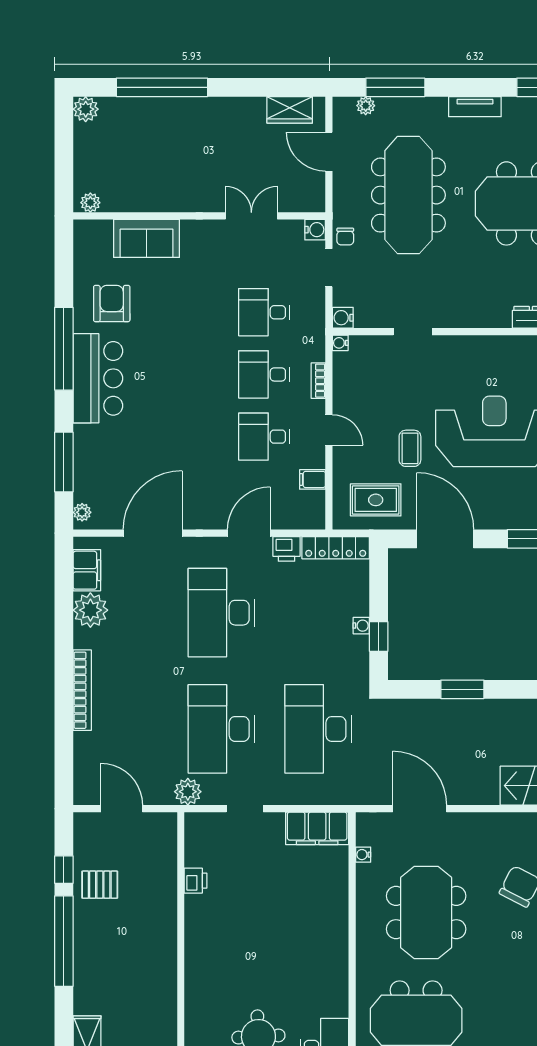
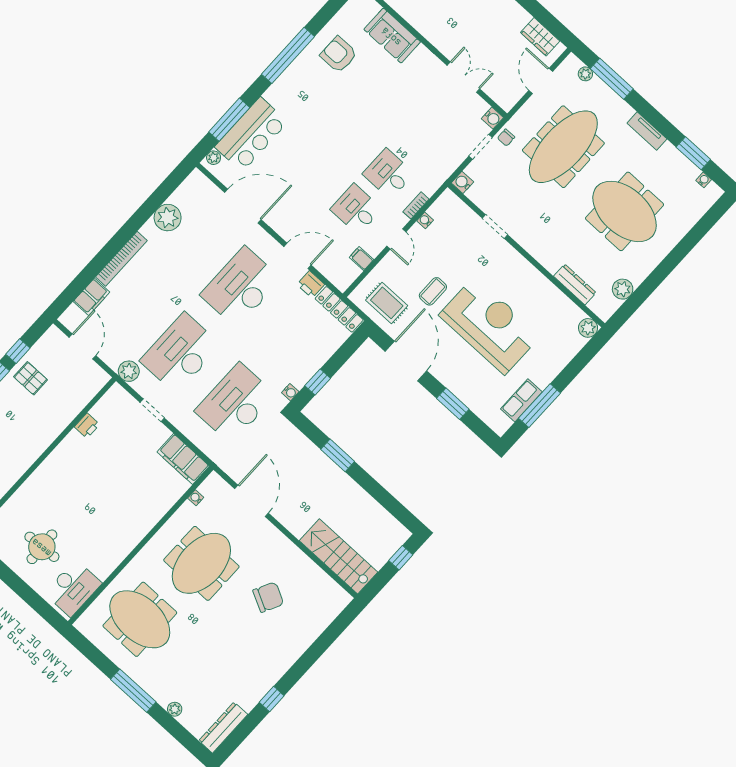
armchair: (112, 304) -> (339, 55), turned -90
desk: (264, 312) -> (421, 138), removed
water cooler: (340, 343) -> (425, 220), moved
bar counter: (98, 378) -> (251, 134), moved
filing cabinet: (87, 570) -> (91, 297), moved
water cooler: (361, 626) -> (290, 392), moved

